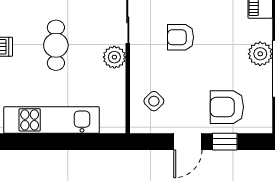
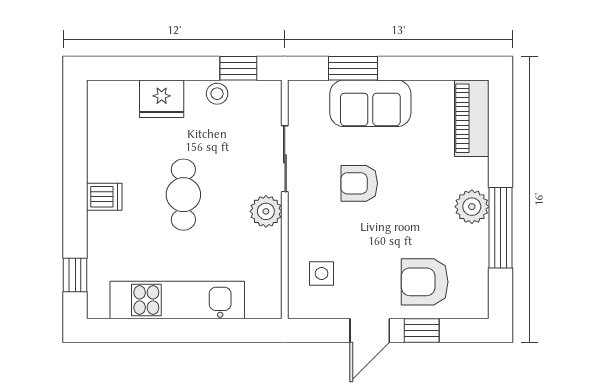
side table: (154, 101) -> (322, 273), turned 45

